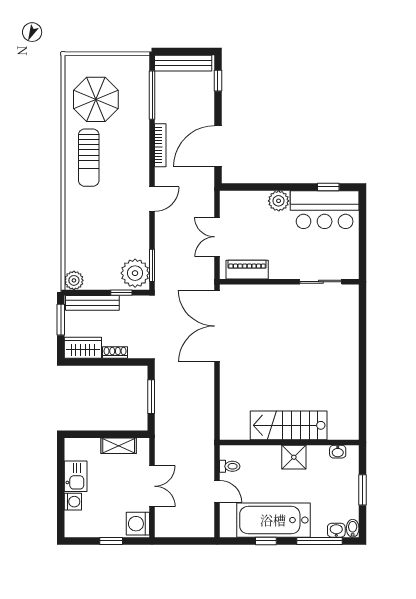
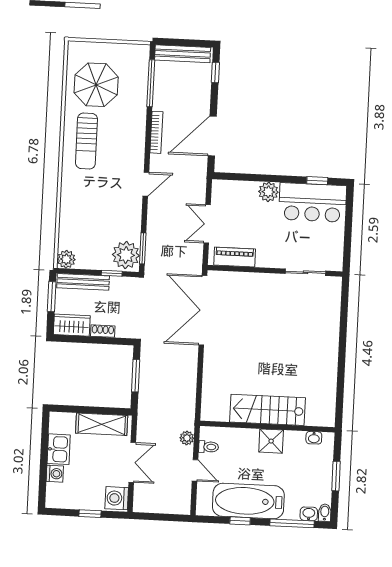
shelving: (119, 446) -> (102, 424), width x1.50, depth x1.33
plant: (207, 458) -> (187, 438), added

